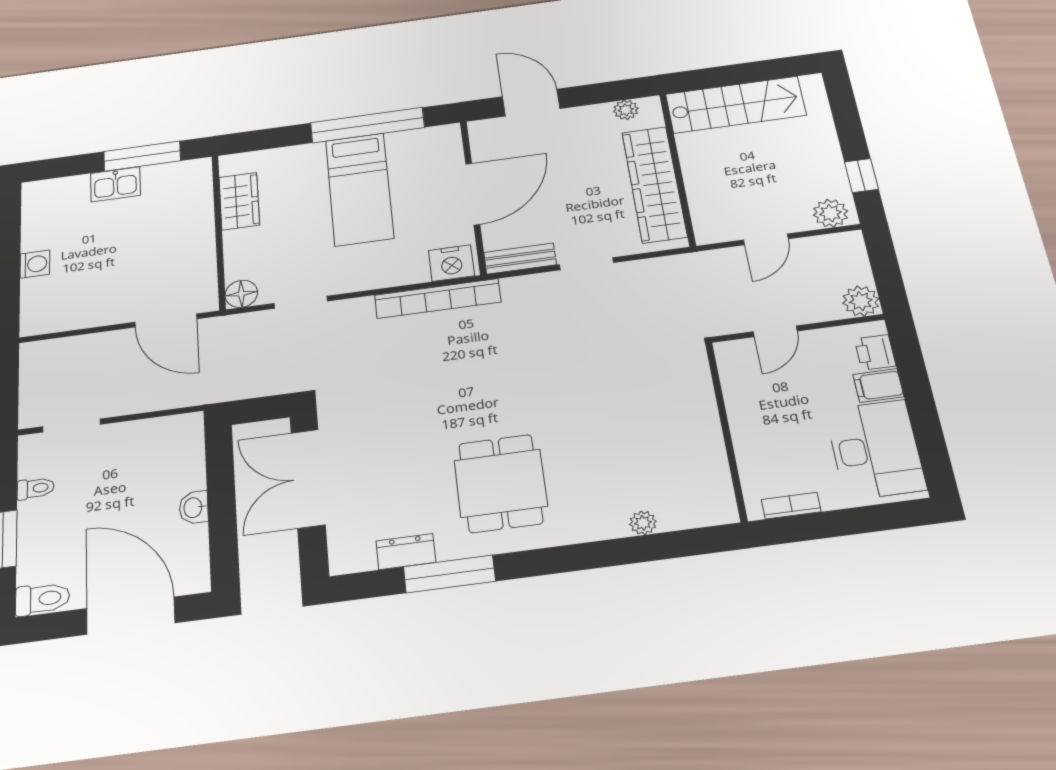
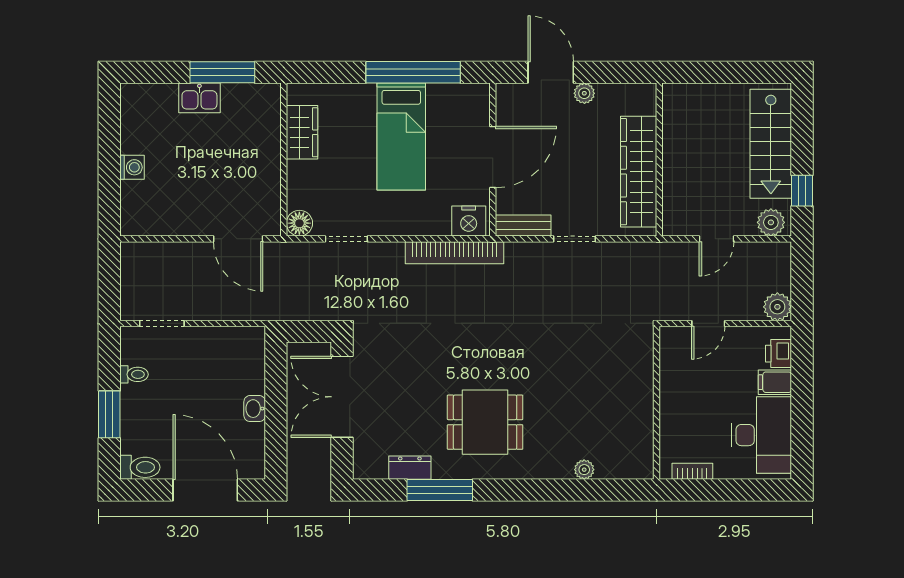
stairs: (736, 105) -> (771, 144), moved, turned 90
plant: (626, 110) -> (584, 93), moved
dining table: (501, 483) -> (485, 422), turned 90

